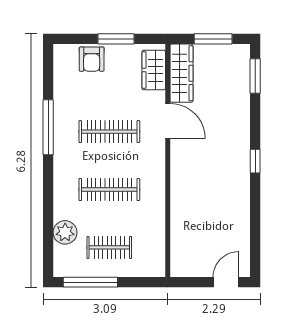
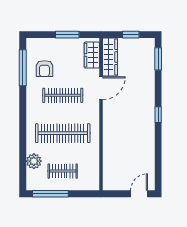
window: (213, 39) -> (131, 35), width x0.67
armchair: (92, 59) -> (44, 69), moved
door: (168, 121) -> (101, 88), hinge flipped
window: (48, 127) -> (23, 68), moved
clothes rail: (109, 190) -> (63, 133), width x1.37, depth x1.31

